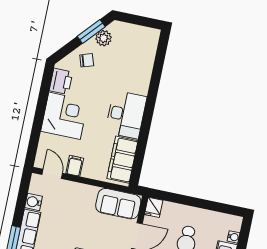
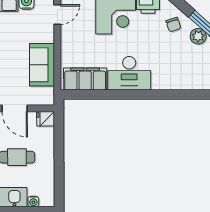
filing cabinet: (75, 166) -> (70, 34), removed
sofa: (118, 204) -> (42, 65), moved

